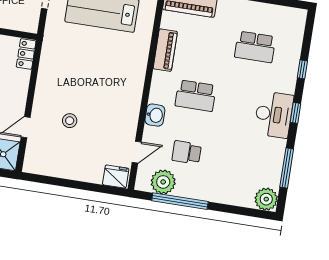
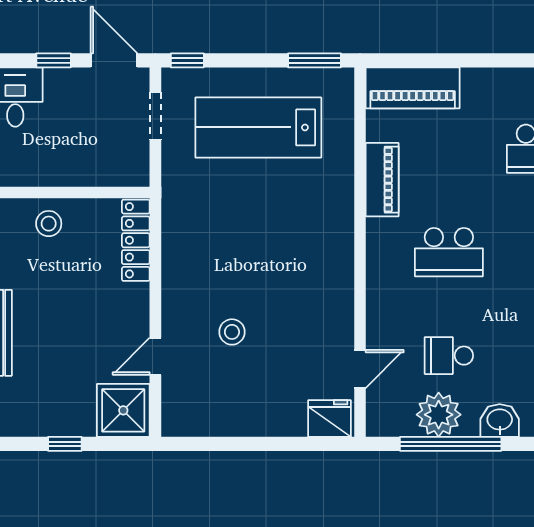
locker: (26, 54) -> (136, 240), width x1.53
washbasin: (155, 115) -> (500, 420), moved, turned -90
plant: (163, 182) -> (439, 415), moved

